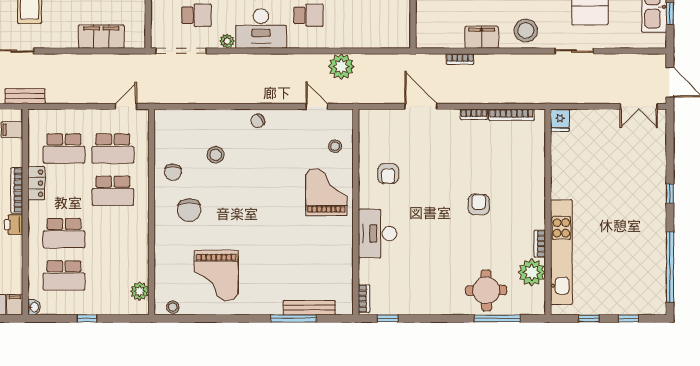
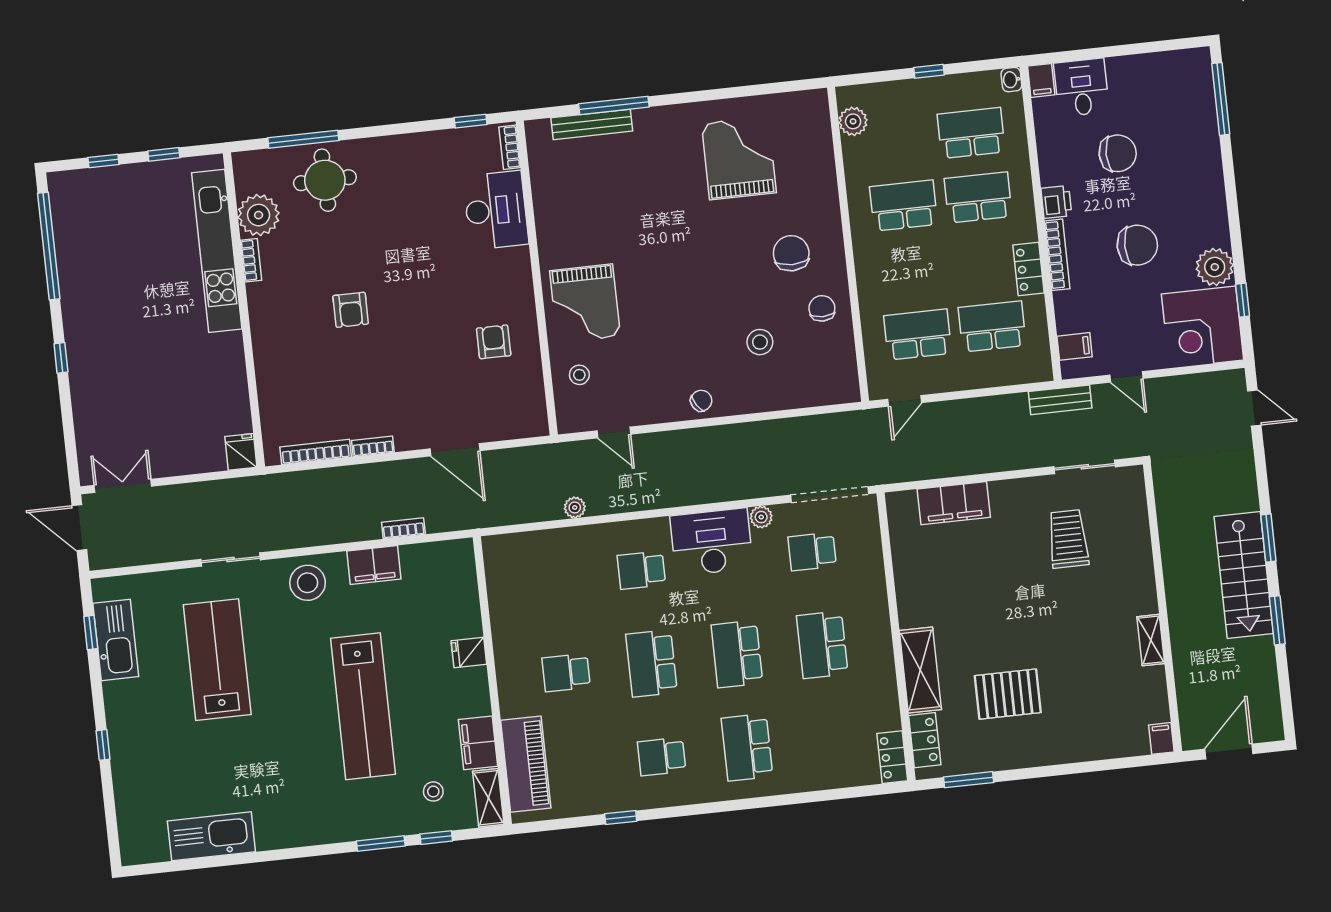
plant: (341, 67) -> (575, 507), width x0.53, depth x0.53
school desk: (113, 191) -> (904, 206), moved
desk: (378, 234) -> (496, 210), moved
stool: (173, 307) -> (800, 103), removed

